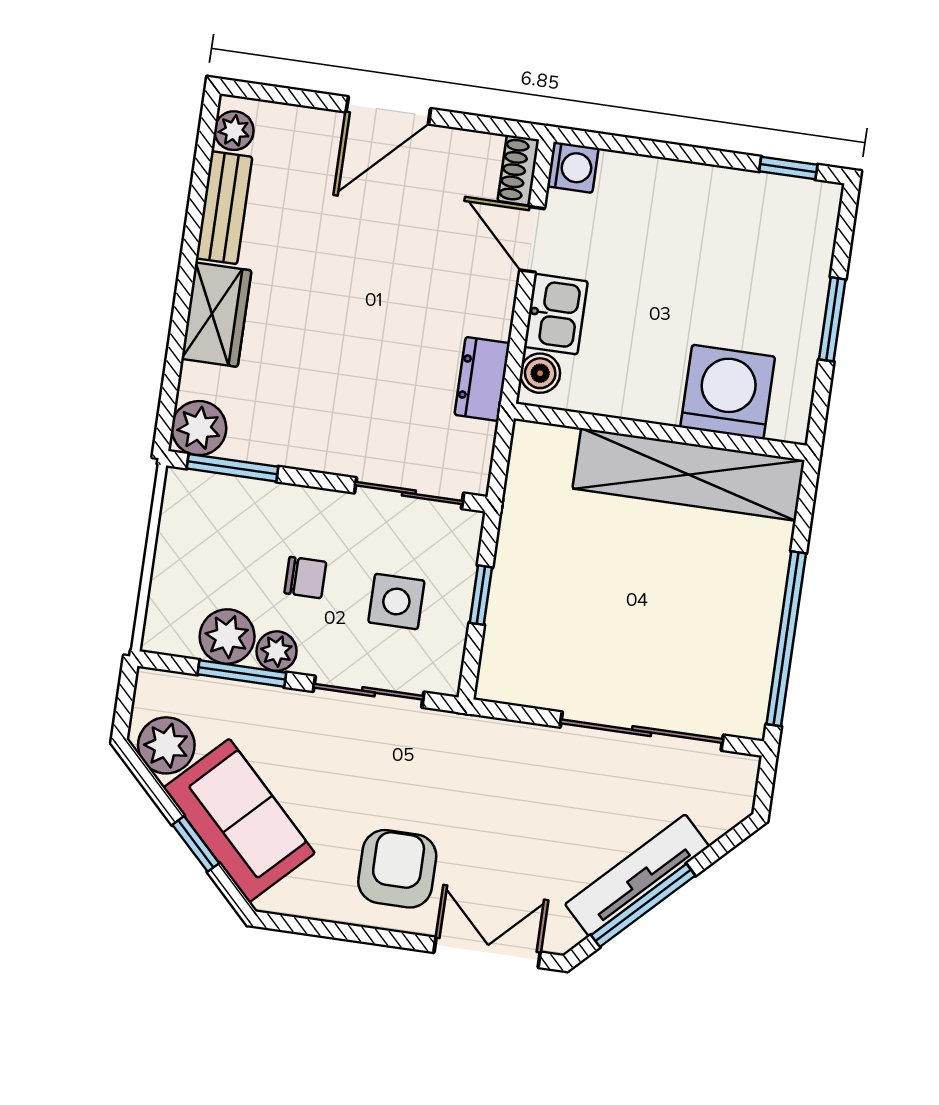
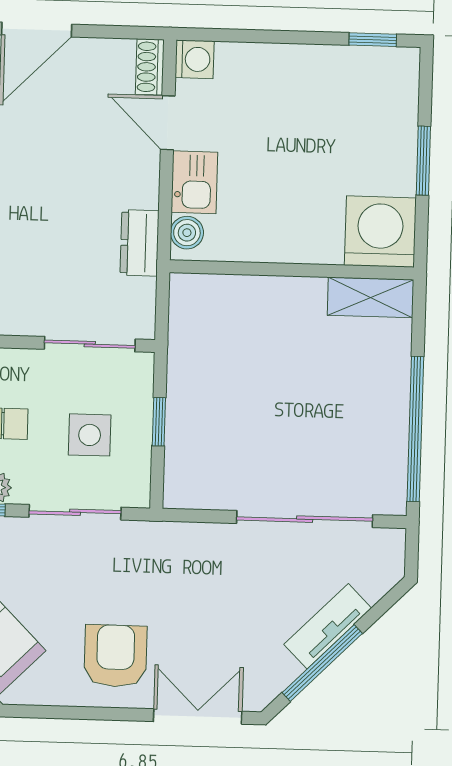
washing machine: (728, 392) -> (380, 232), moved
shelving: (689, 474) -> (371, 297), width x0.45, depth x0.75
tv unit: (637, 875) -> (328, 626), width x0.71

